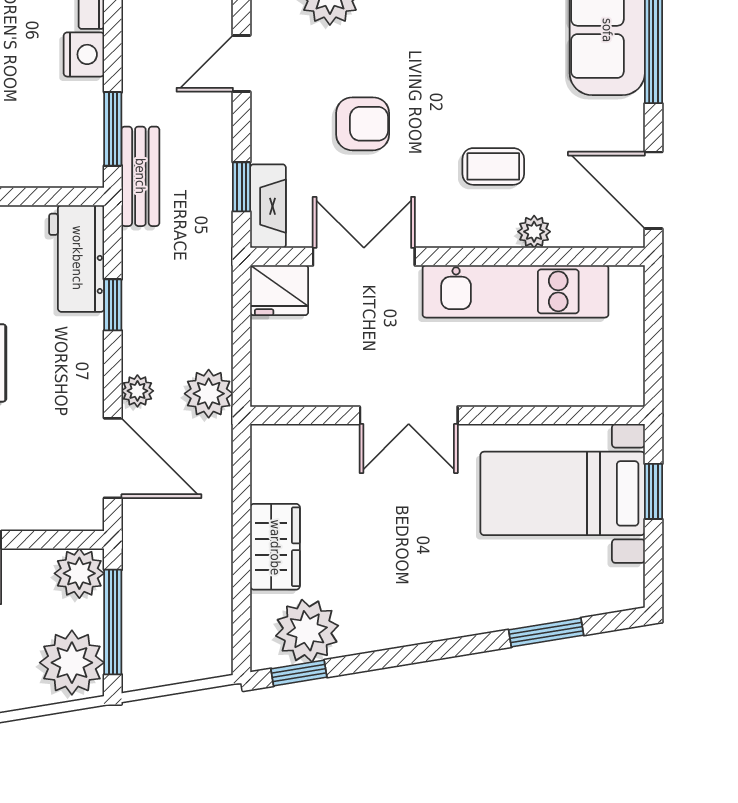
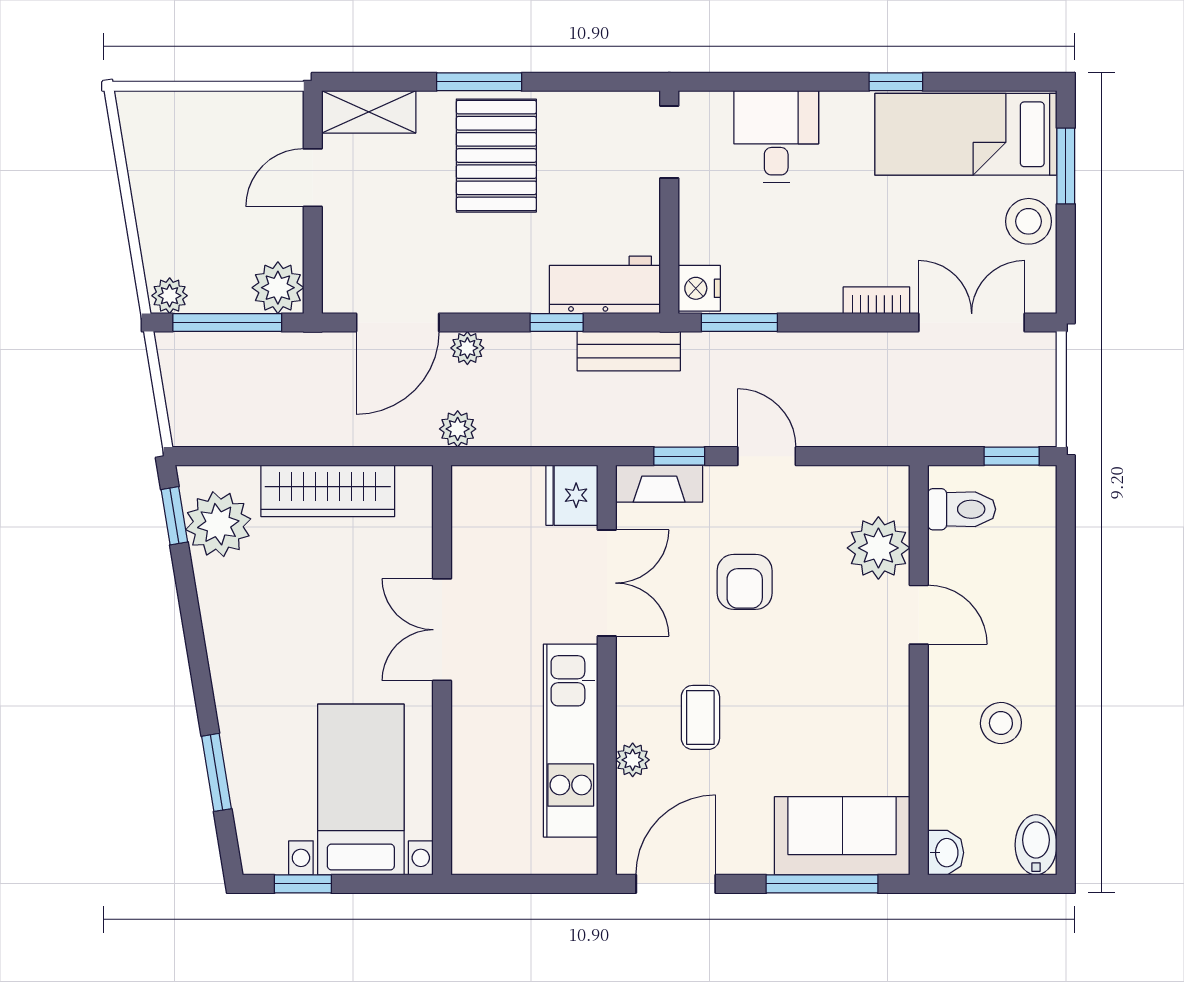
nightstand: (84, 54) -> (699, 288), moved, turned 90
door: (242, 64) -> (767, 456), moved
bench: (140, 176) -> (629, 351), moved
plant: (209, 394) -> (458, 429), width x0.73, depth x0.73
window: (653, 491) -> (303, 884), moved
wardrobe: (275, 547) -> (328, 491), width x1.50
plant: (72, 663) -> (170, 296), width x0.53, depth x0.53

